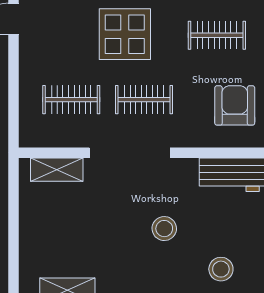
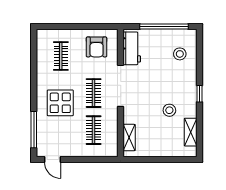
armchair: (235, 105) -> (97, 47), turned -90
doorway: (130, 153) -> (121, 86), moved
stool: (164, 229) -> (169, 110), moved

